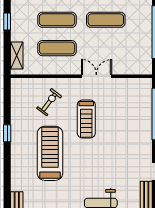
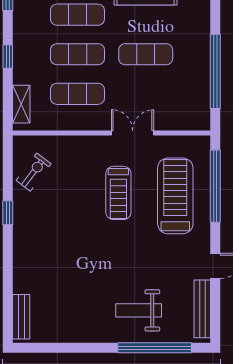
exercise bike: (49, 102) -> (34, 172), moved
treadmill: (50, 153) -> (175, 196), moved

